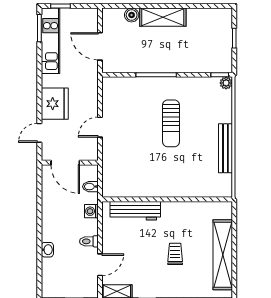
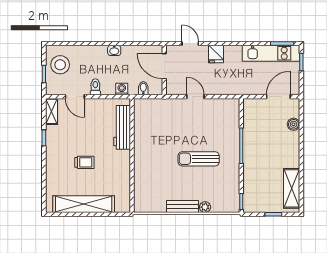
shelving: (163, 17) -> (292, 188), moved
door: (100, 46) -> (278, 97), moved
plant: (226, 83) -> (205, 207), moved
fridge: (55, 104) -> (216, 54), width x0.53, depth x0.75
bench: (225, 148) -> (183, 206), width x0.73
door: (65, 163) -> (164, 66), hinge flipped
washbasin: (47, 250) -> (114, 50), moved
stool: (64, 282) -> (60, 65), added

